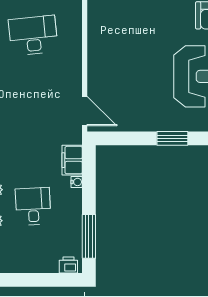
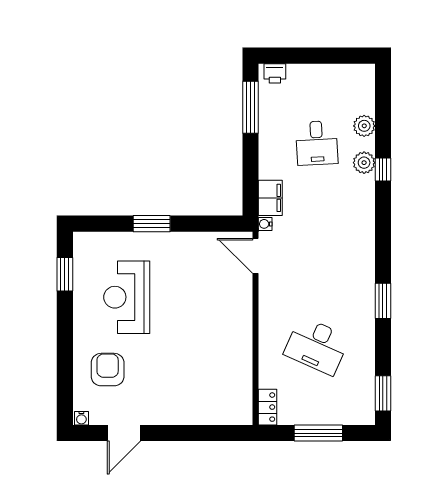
desk: (33, 35) -> (317, 346), turned 30
water cooler: (77, 182) -> (265, 224), moved

